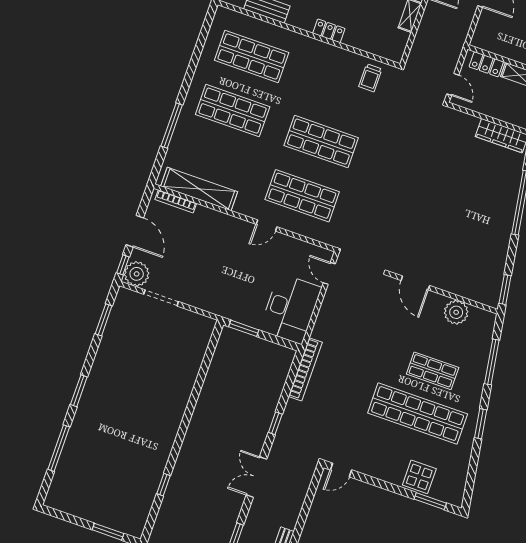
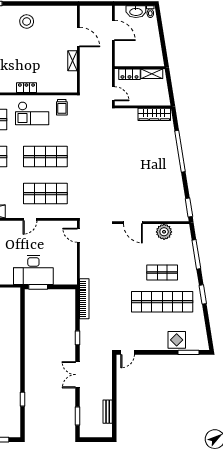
checkout: (324, 72) -> (32, 113), added
desk: (290, 309) -> (33, 270), moved, turned 90

